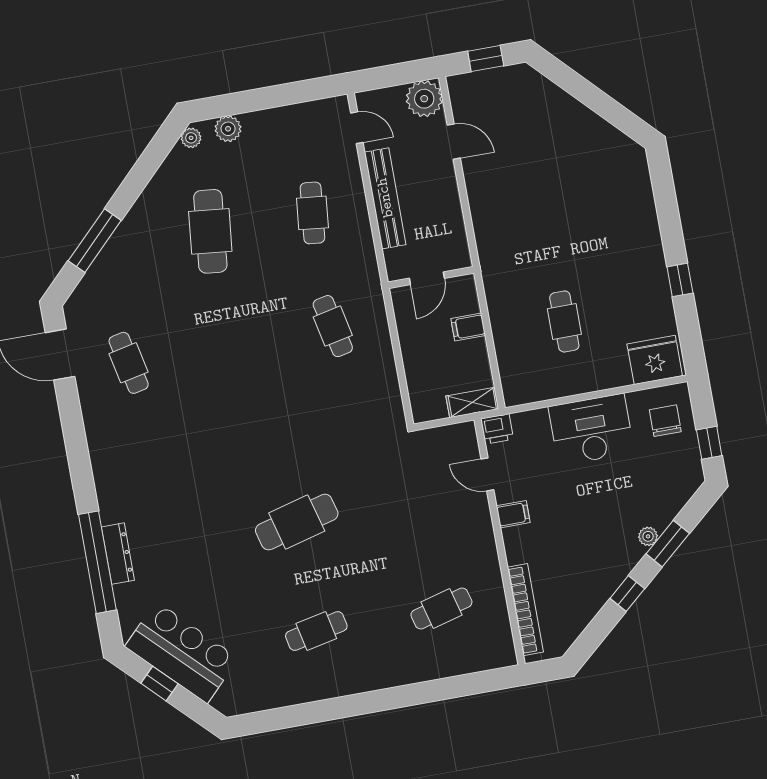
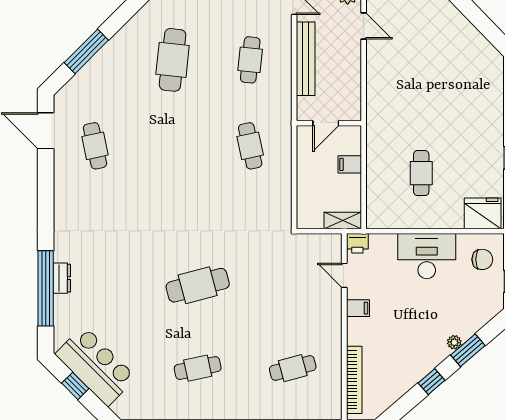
chair: (665, 421) -> (482, 259), turned 90
dresser: (118, 554) -> (62, 278), width x0.70

